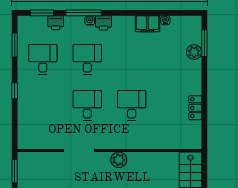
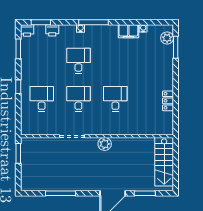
window: (84, 13) -> (93, 22), moved
printer: (103, 23) -> (27, 31), moved
plant: (194, 52) -> (167, 38), moved
desk: (43, 59) -> (42, 99), moved

